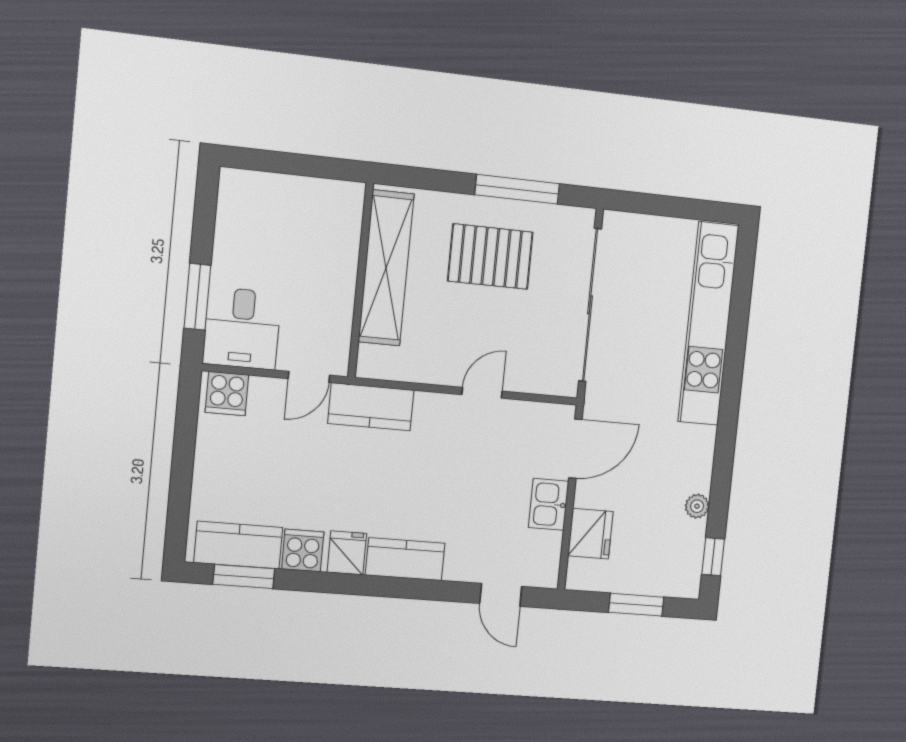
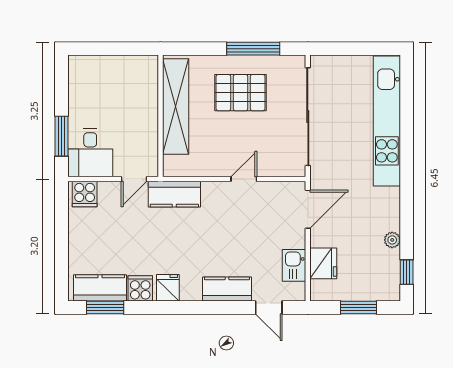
kitchen sink: (549, 504) -> (294, 265), moved
kitchen counter: (405, 559) -> (227, 289), moved

